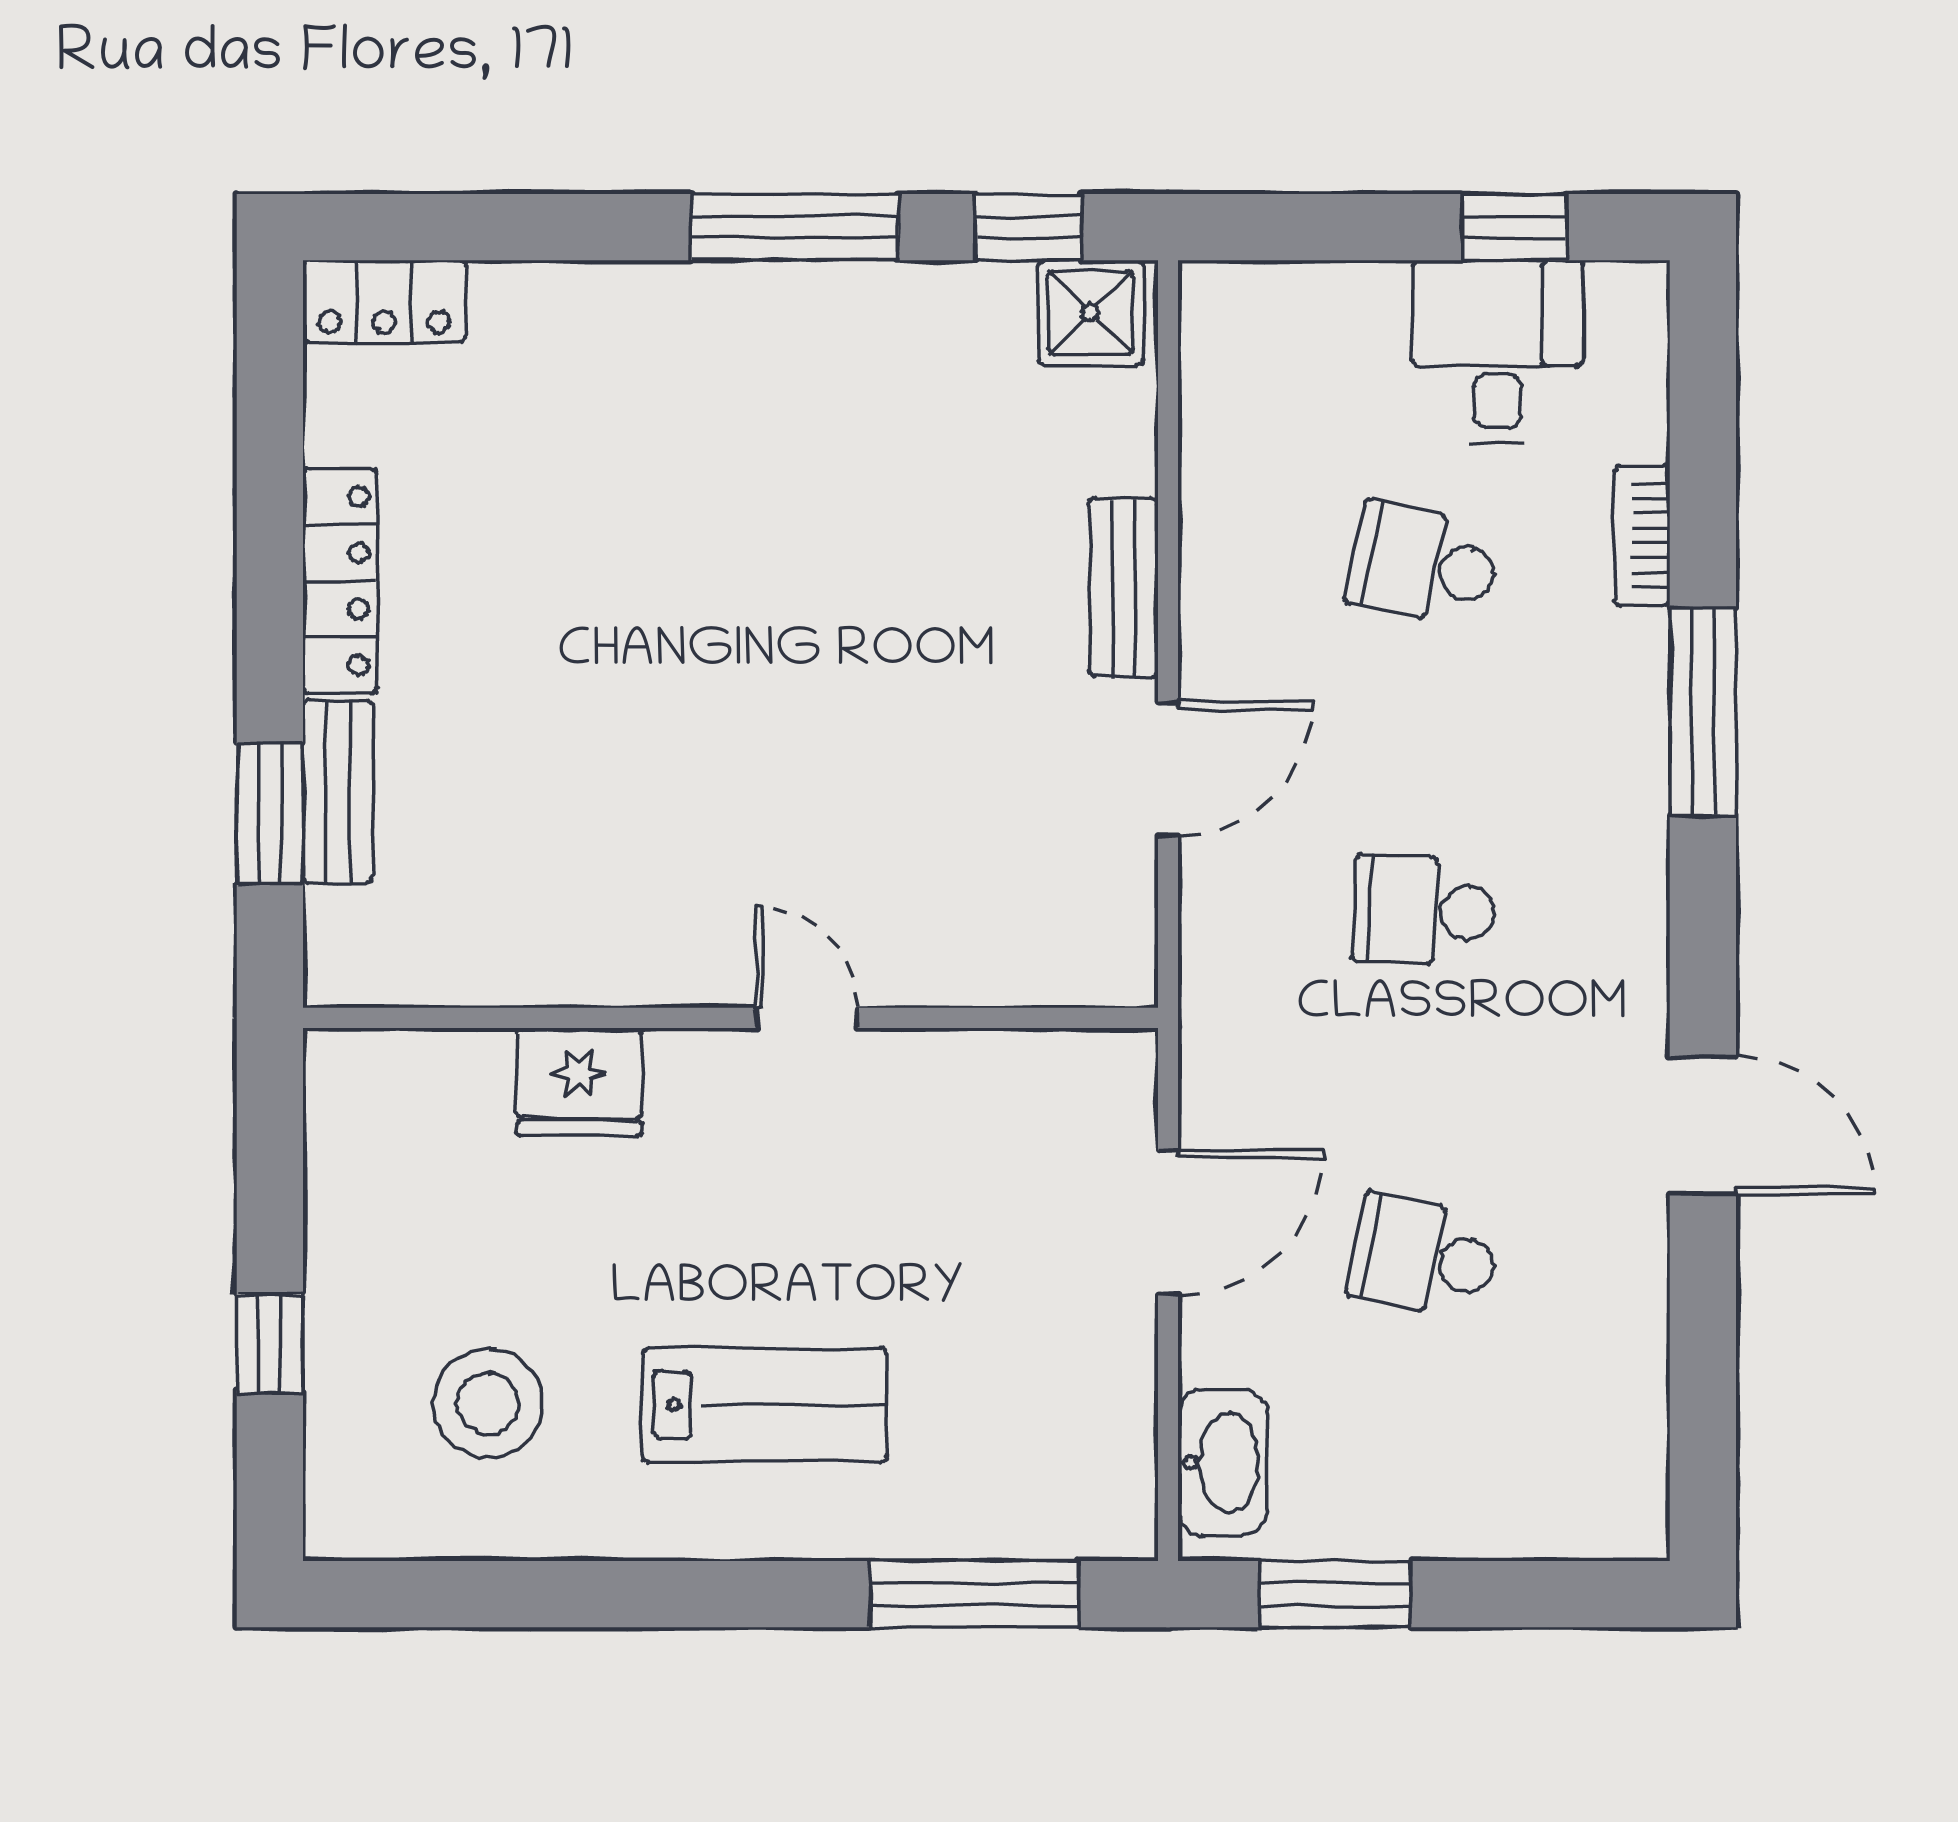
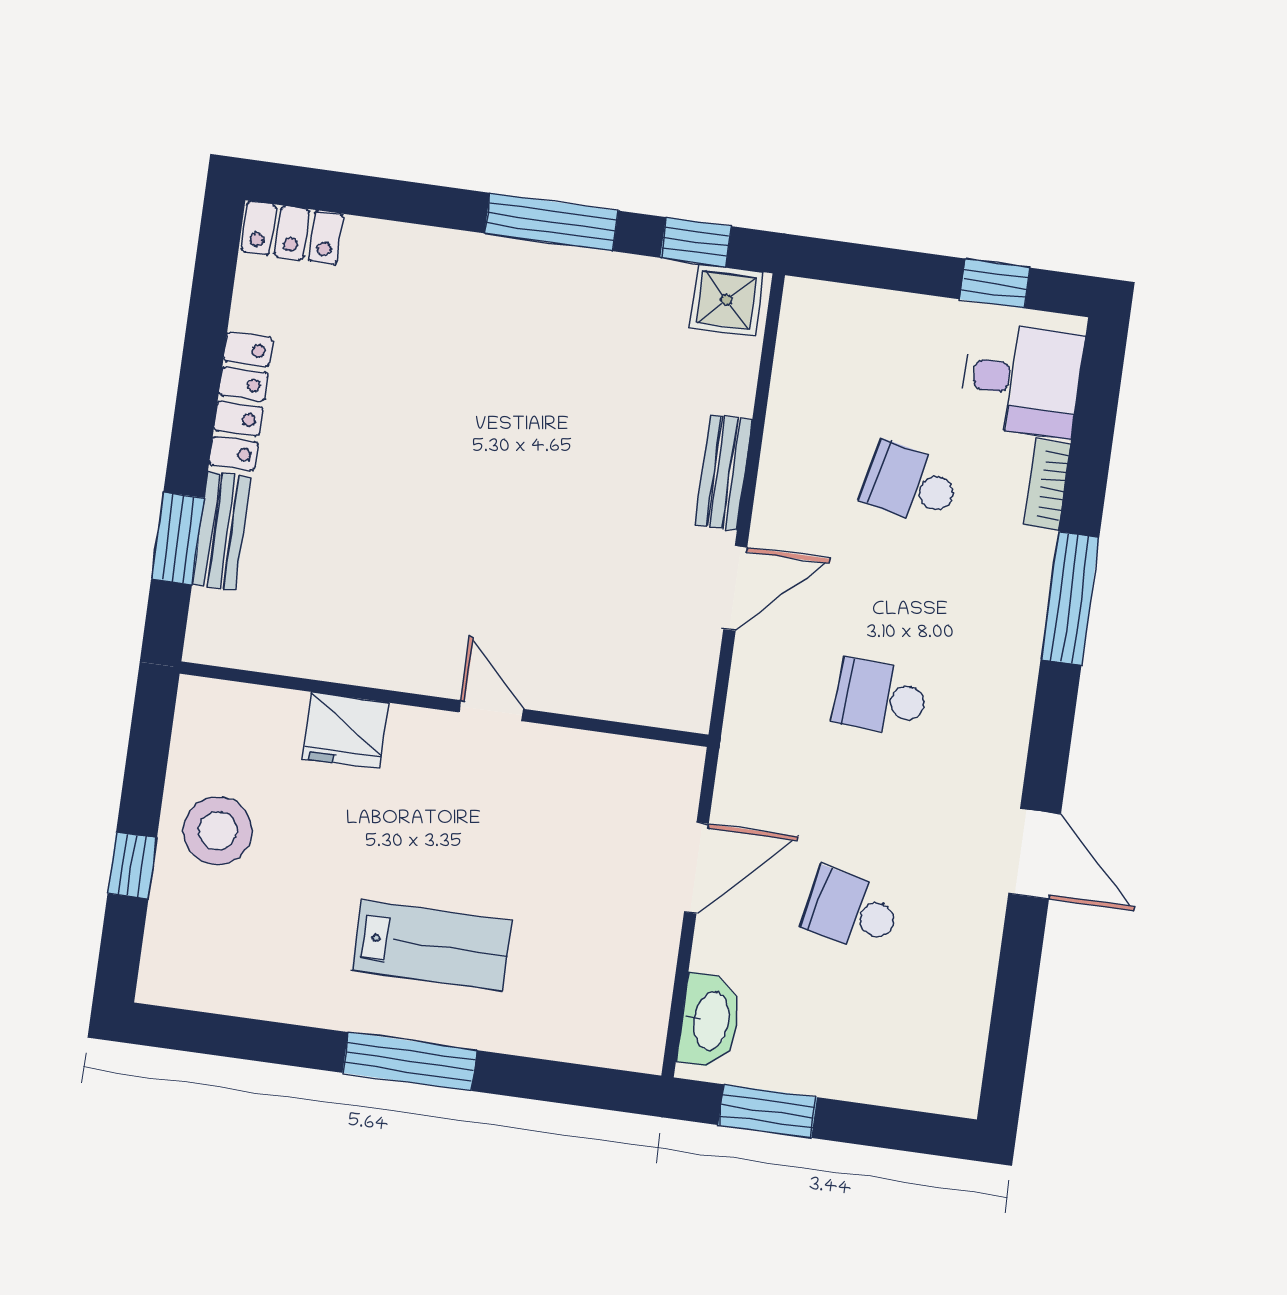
desk: (1498, 352) -> (1022, 380), moved, turned 90
stool: (488, 1404) -> (218, 831), moved
window: (974, 1594) -> (410, 1061), moved

